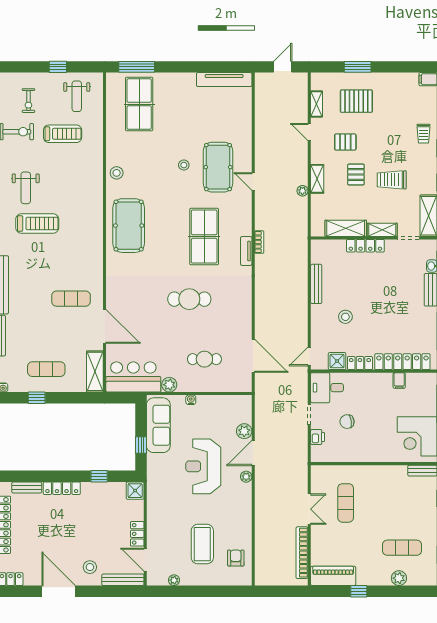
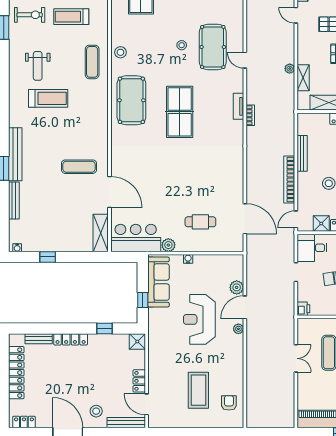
treadmill: (63, 134) -> (71, 17), turned 180
shelving: (317, 179) -> (303, 78), moved
table tennis table: (204, 237) -> (180, 112), moved
tv unit: (246, 251) -> (238, 106), moved
cafe table: (189, 299) -> (187, 167), removed
exercise mat: (46, 369) -> (92, 62), moved, turned 90
printer: (318, 437) -> (303, 309), moved
bookcase: (302, 553) -> (289, 180), moved
plant: (174, 580) -> (173, 423), removed

